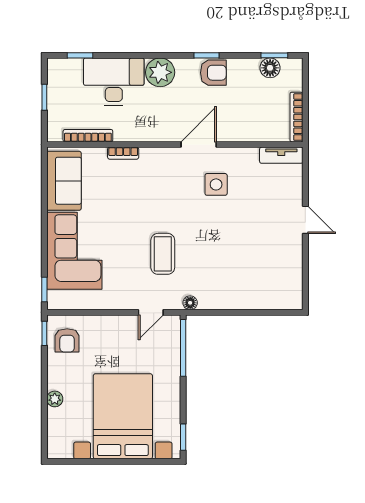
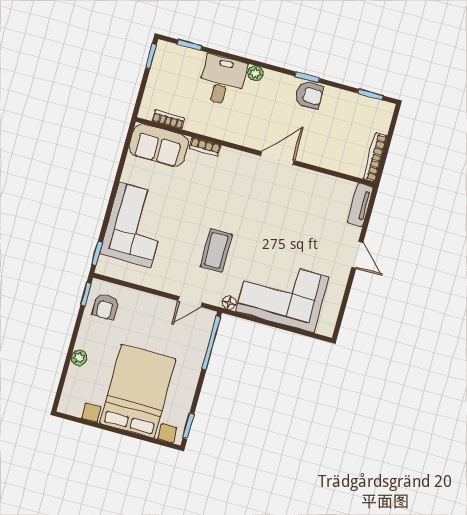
floor lamp: (270, 68) -> (363, 105), removed
plant: (160, 72) -> (255, 73), width x0.53, depth x0.53
desk: (114, 82) -> (222, 80), width x0.73
window: (44, 97) -> (151, 56), moved
bookcase: (88, 136) -> (168, 119), width x0.64
tv unit: (281, 155) -> (360, 205), moved, turned 90
sofa: (64, 181) -> (159, 145), moved, turned 90
side table: (216, 184) -> (283, 200), removed
corner sofa: (241, 280) -> (282, 294), added

